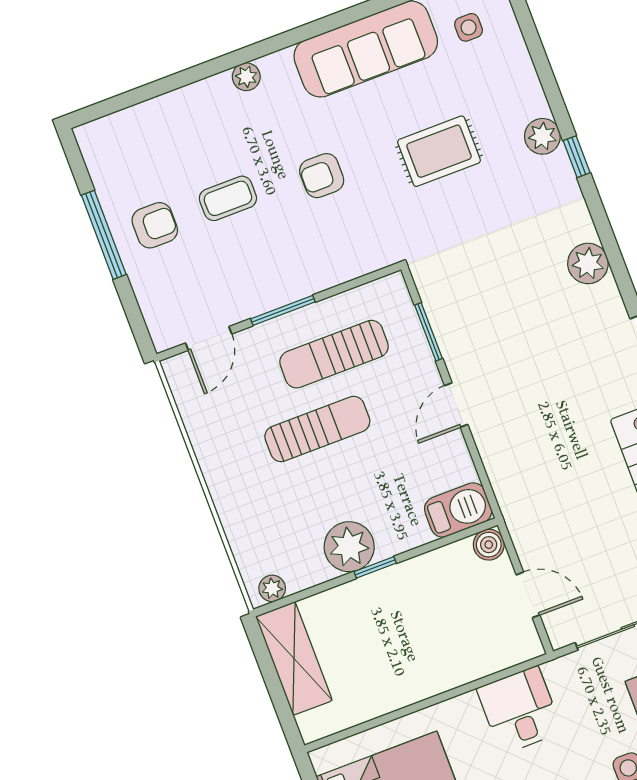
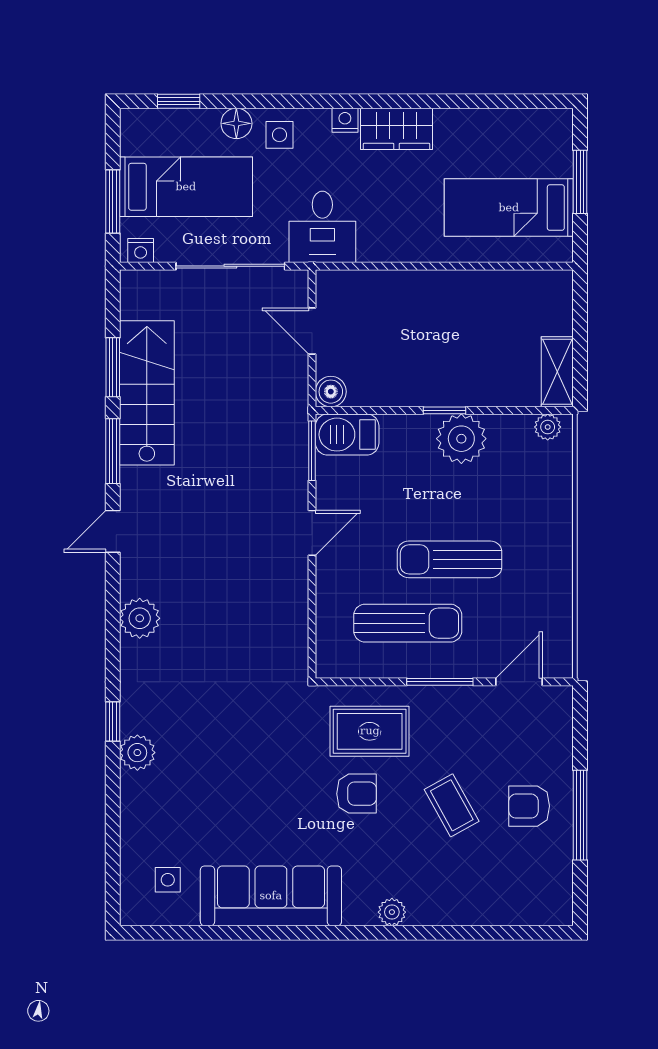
rug: (439, 151) -> (370, 731), moved
coffee table: (228, 198) -> (452, 805), turned 61
window: (429, 332) -> (312, 451), moved
shelving: (294, 658) -> (557, 372), width x0.67, depth x0.75
desk: (520, 710) -> (322, 227), moved

